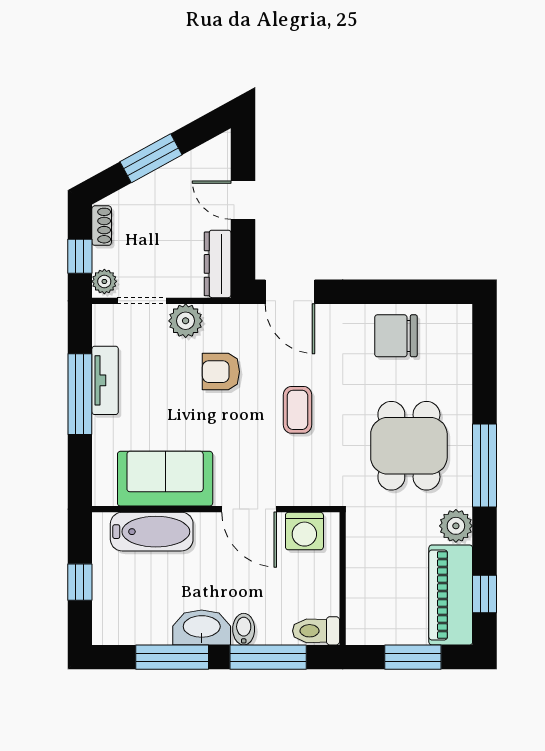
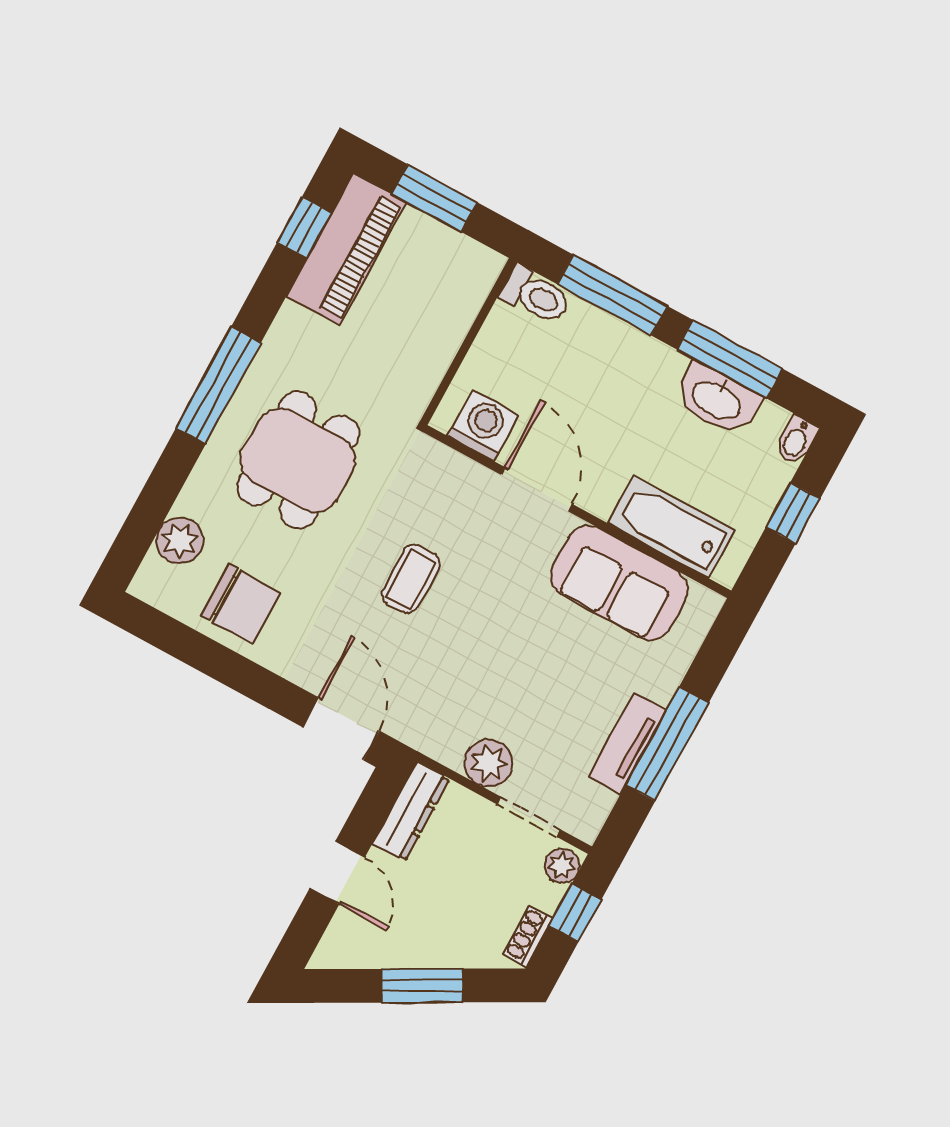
armchair: (221, 372) -> (479, 677), removed
plant: (456, 526) -> (180, 540), moved
washbasin: (202, 628) -> (717, 399), moved
bidet: (244, 629) -> (796, 440), moved

